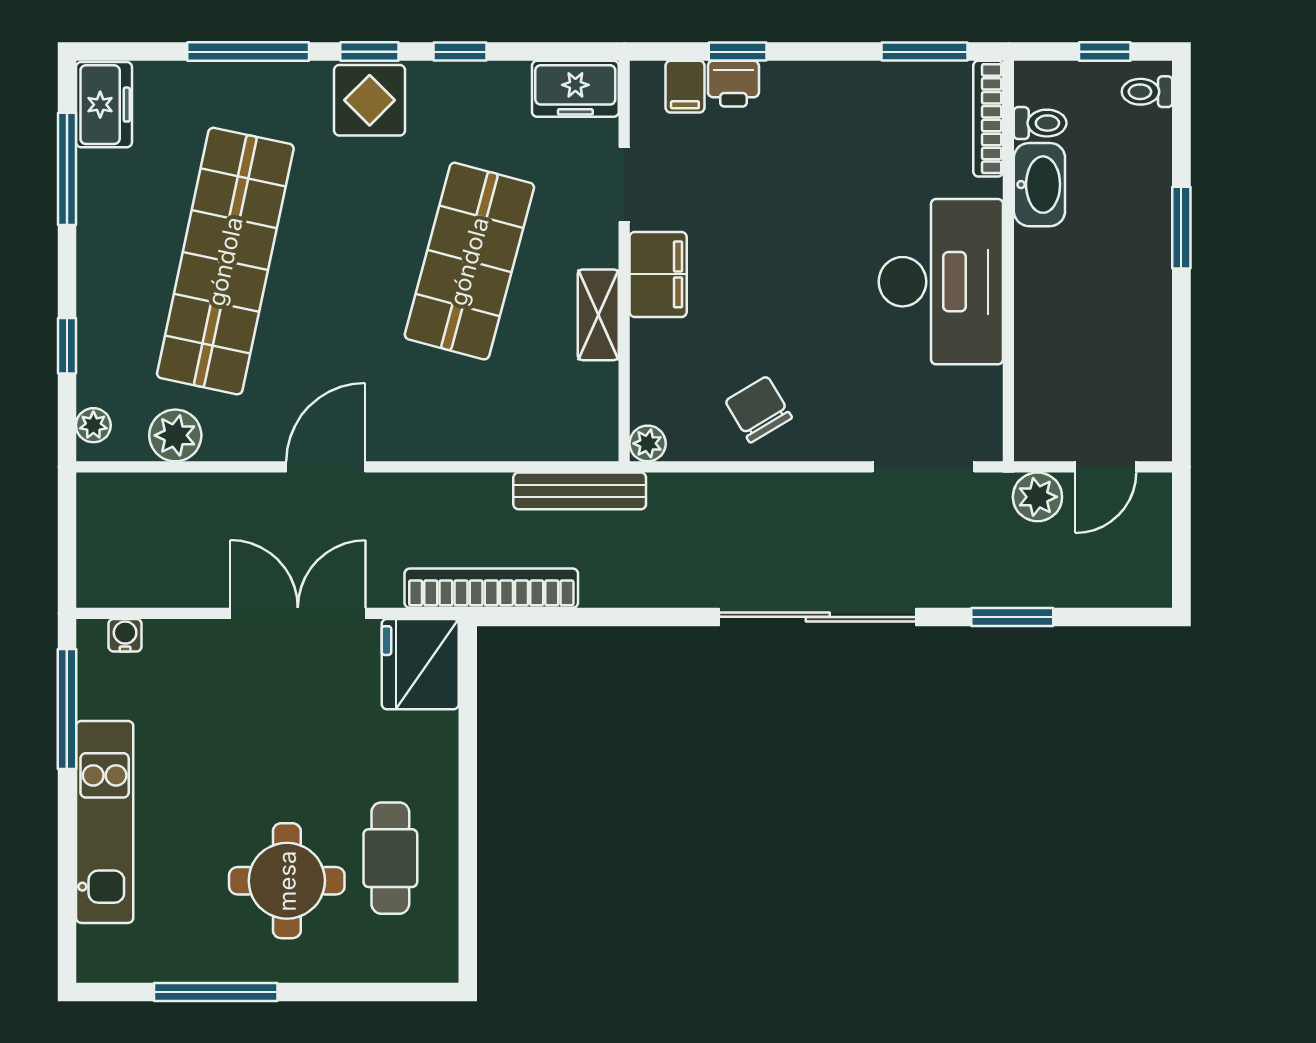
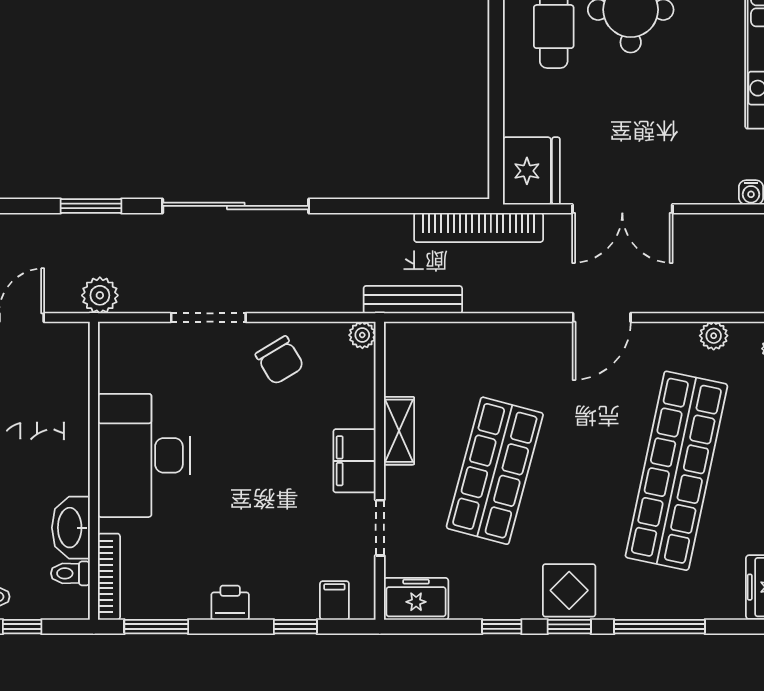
printer: (733, 84) -> (230, 603), moved
plant: (175, 435) -> (714, 336), width x0.73, depth x0.73
doorway: (923, 467) -> (208, 318), moved
plant: (1037, 497) -> (100, 295), moved

